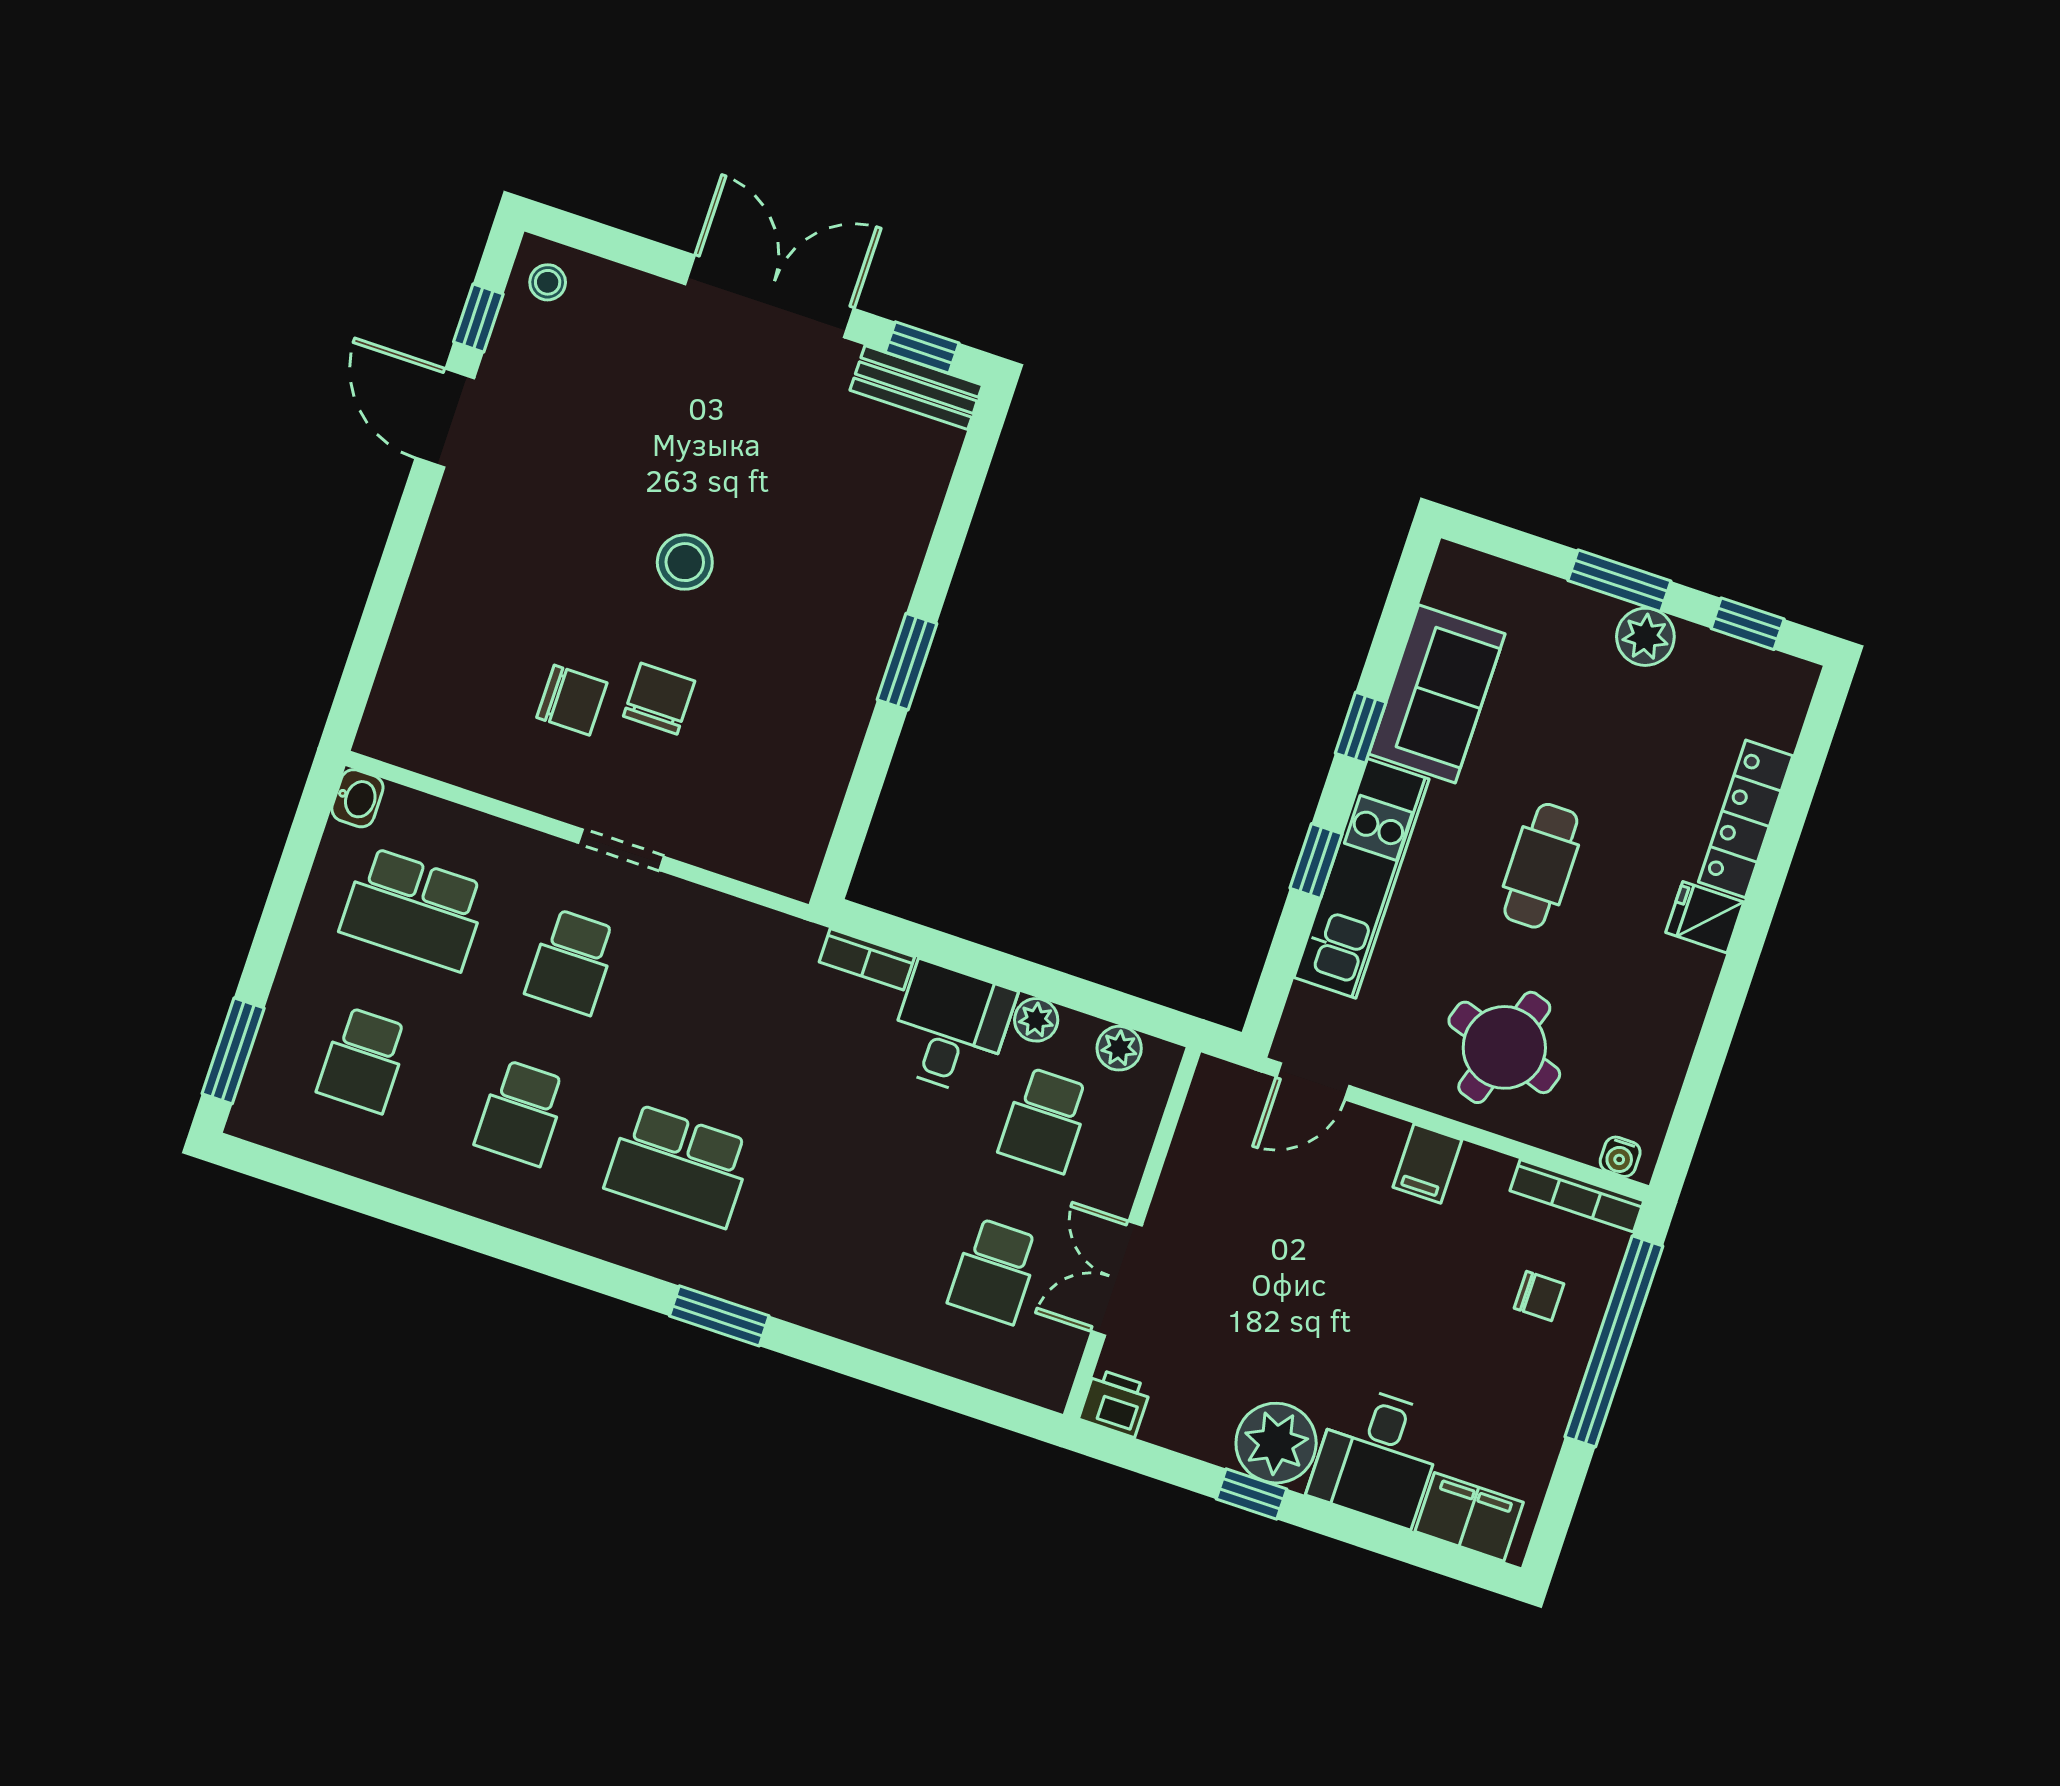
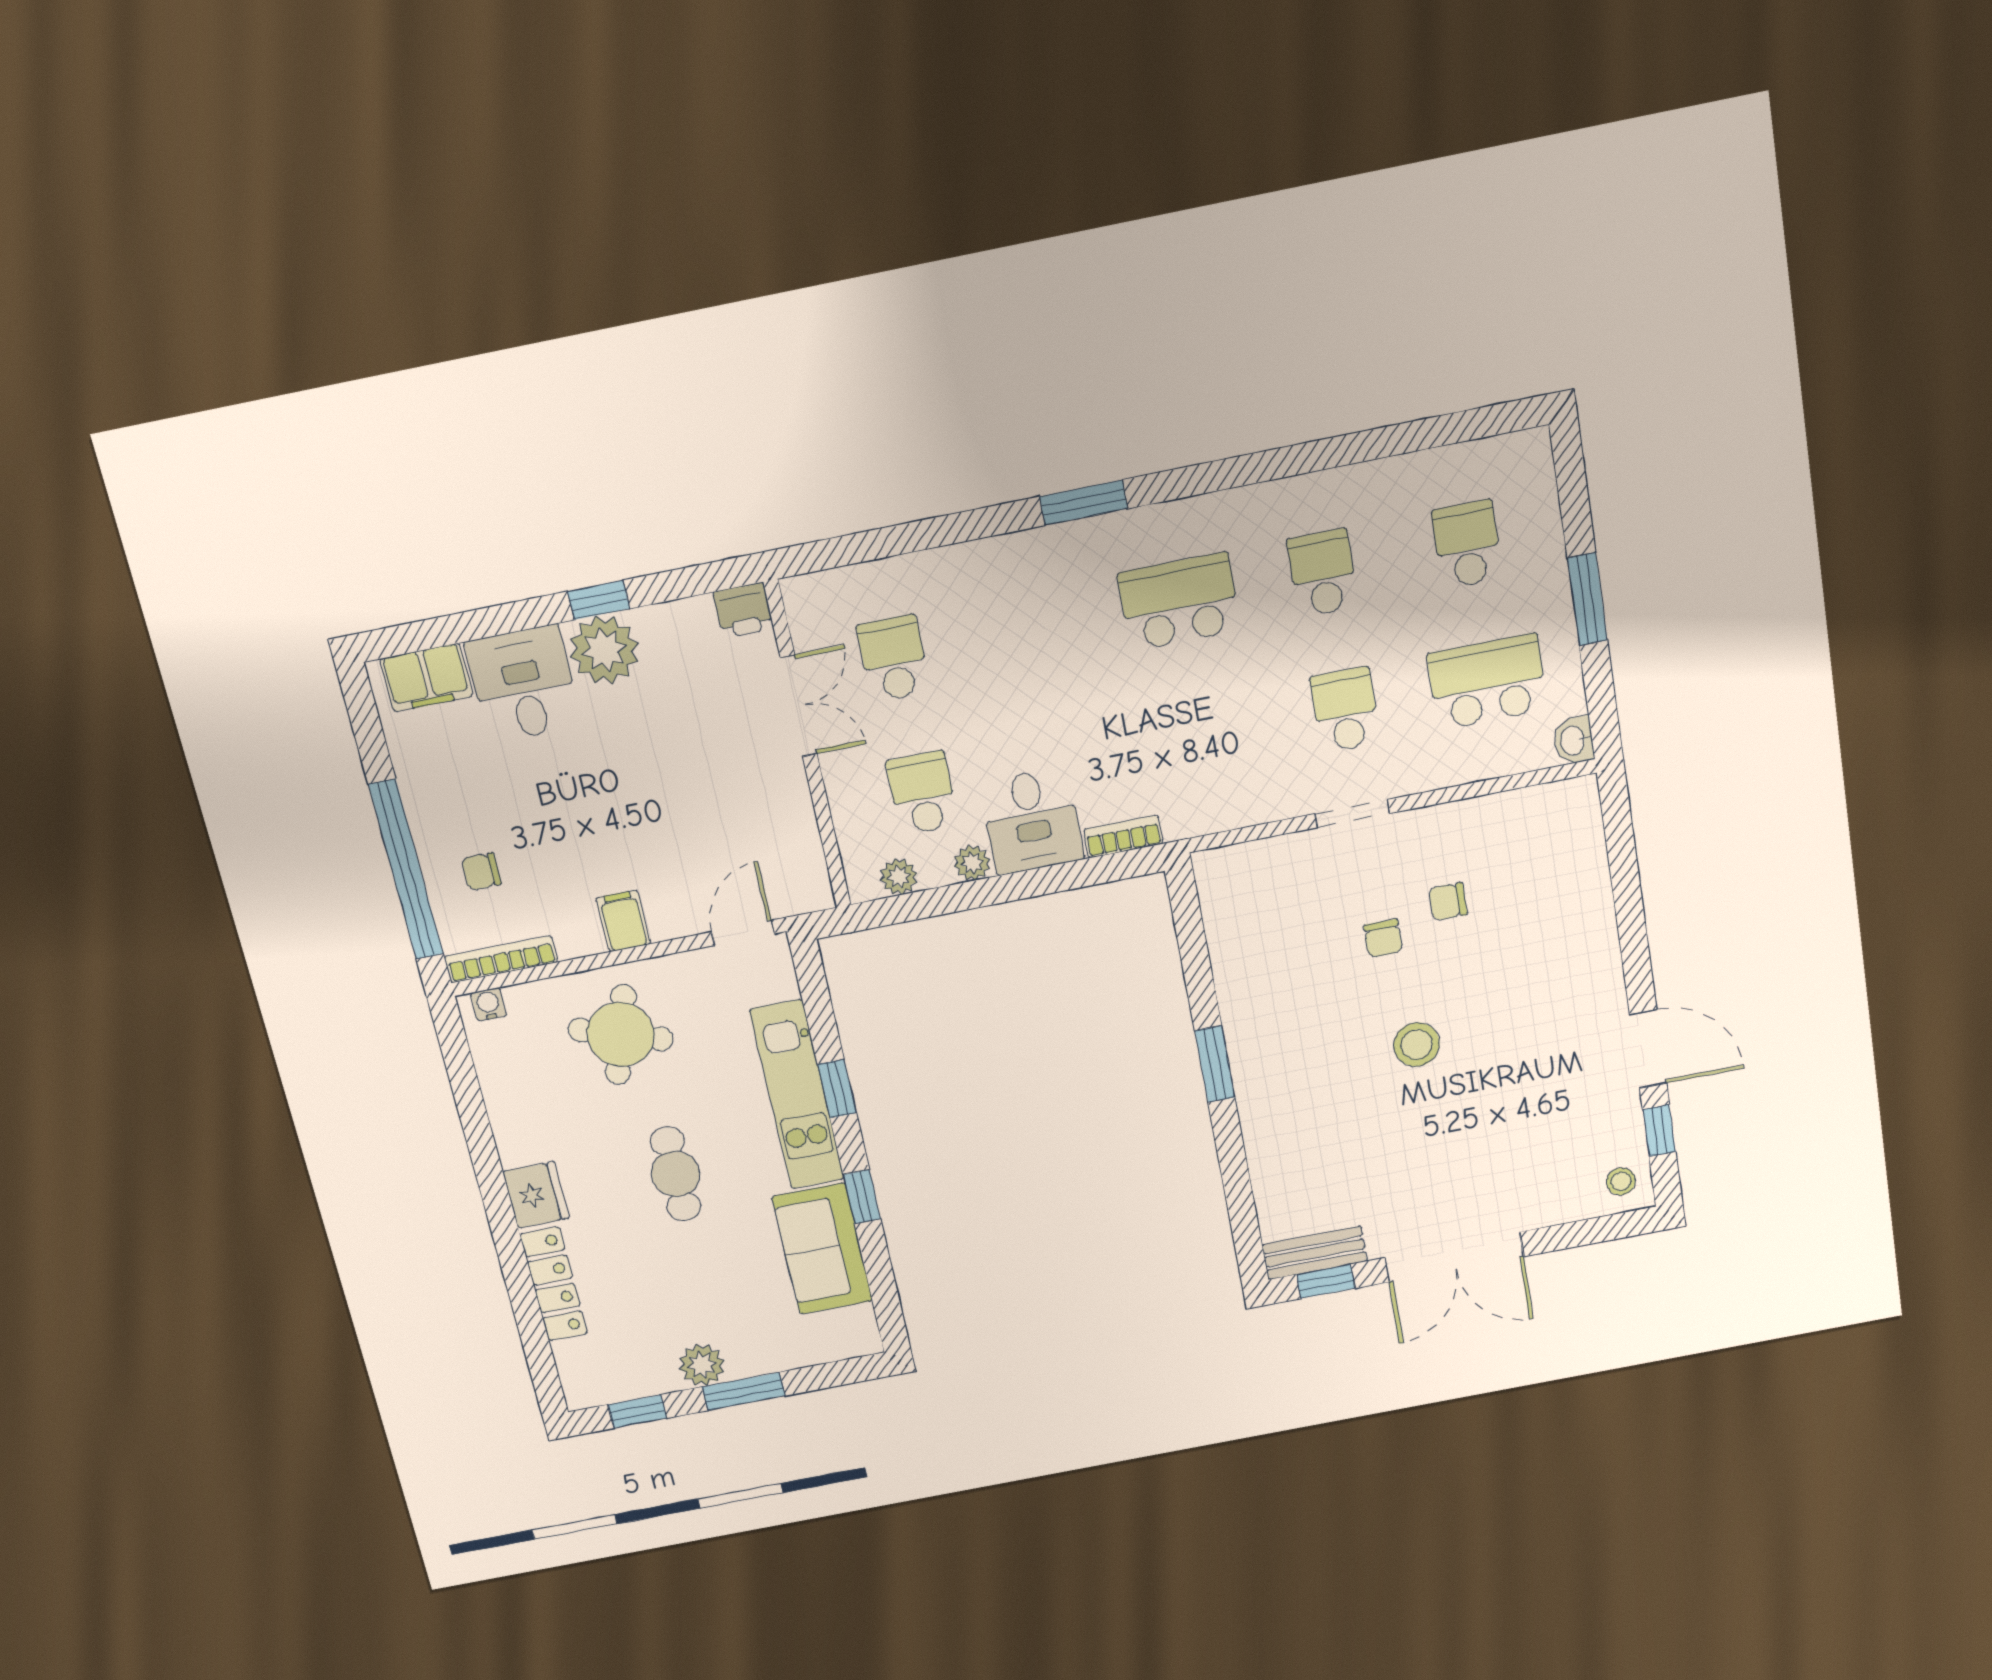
chair: (659, 699) -> (1383, 938), width x0.73, depth x0.73
chair: (572, 700) -> (1448, 902), width x0.73, depth x0.73
fridge: (1705, 917) -> (536, 1195), width x1.38
window: (233, 1051) -> (1587, 599), moved

